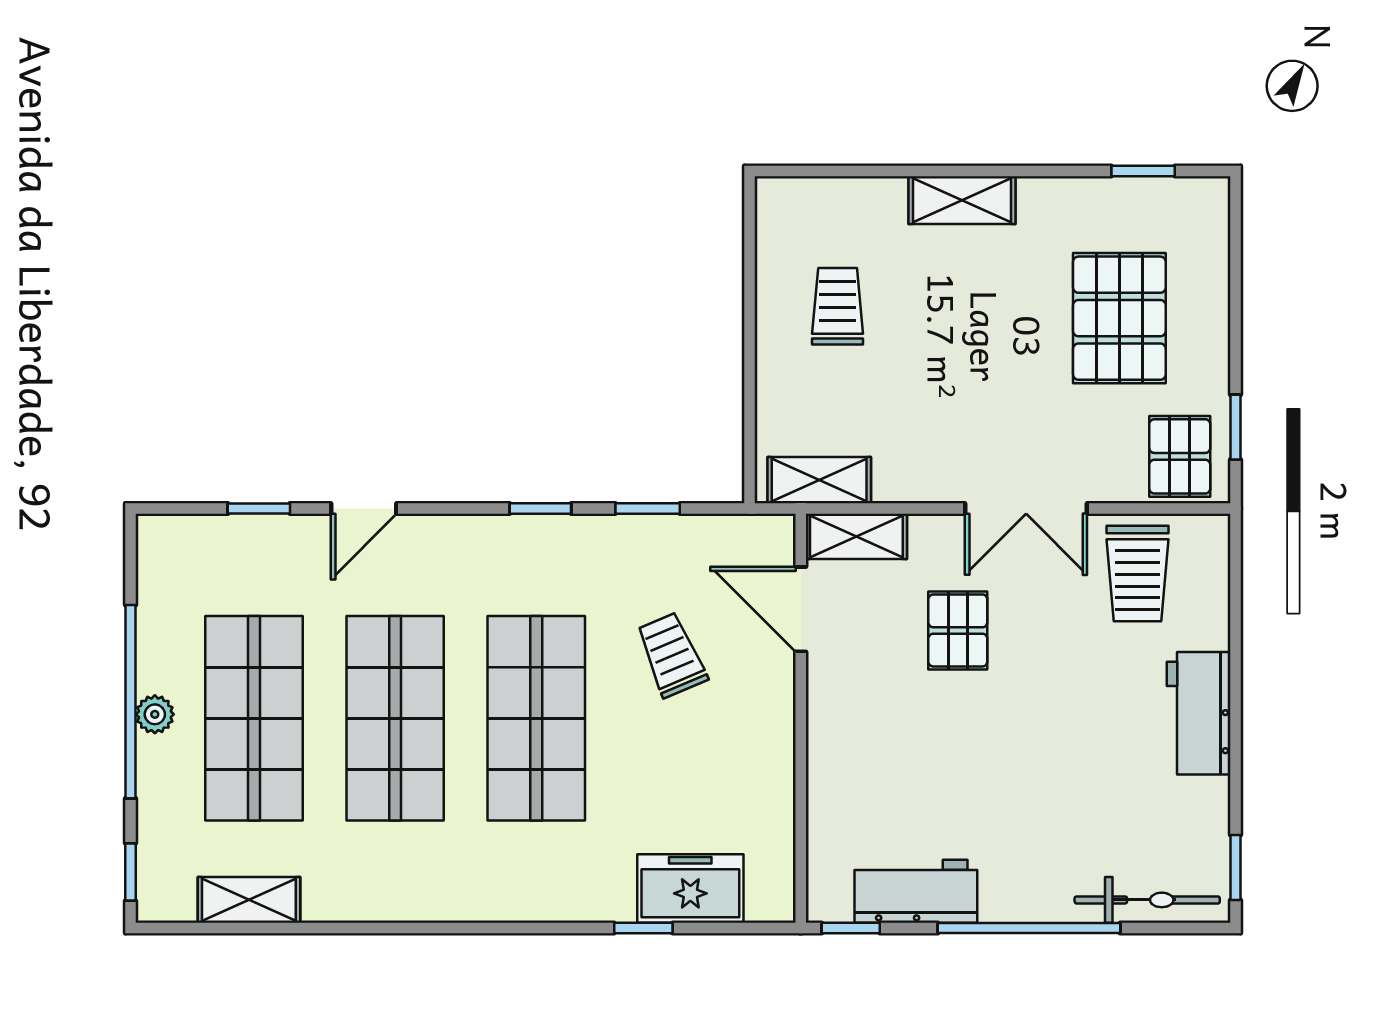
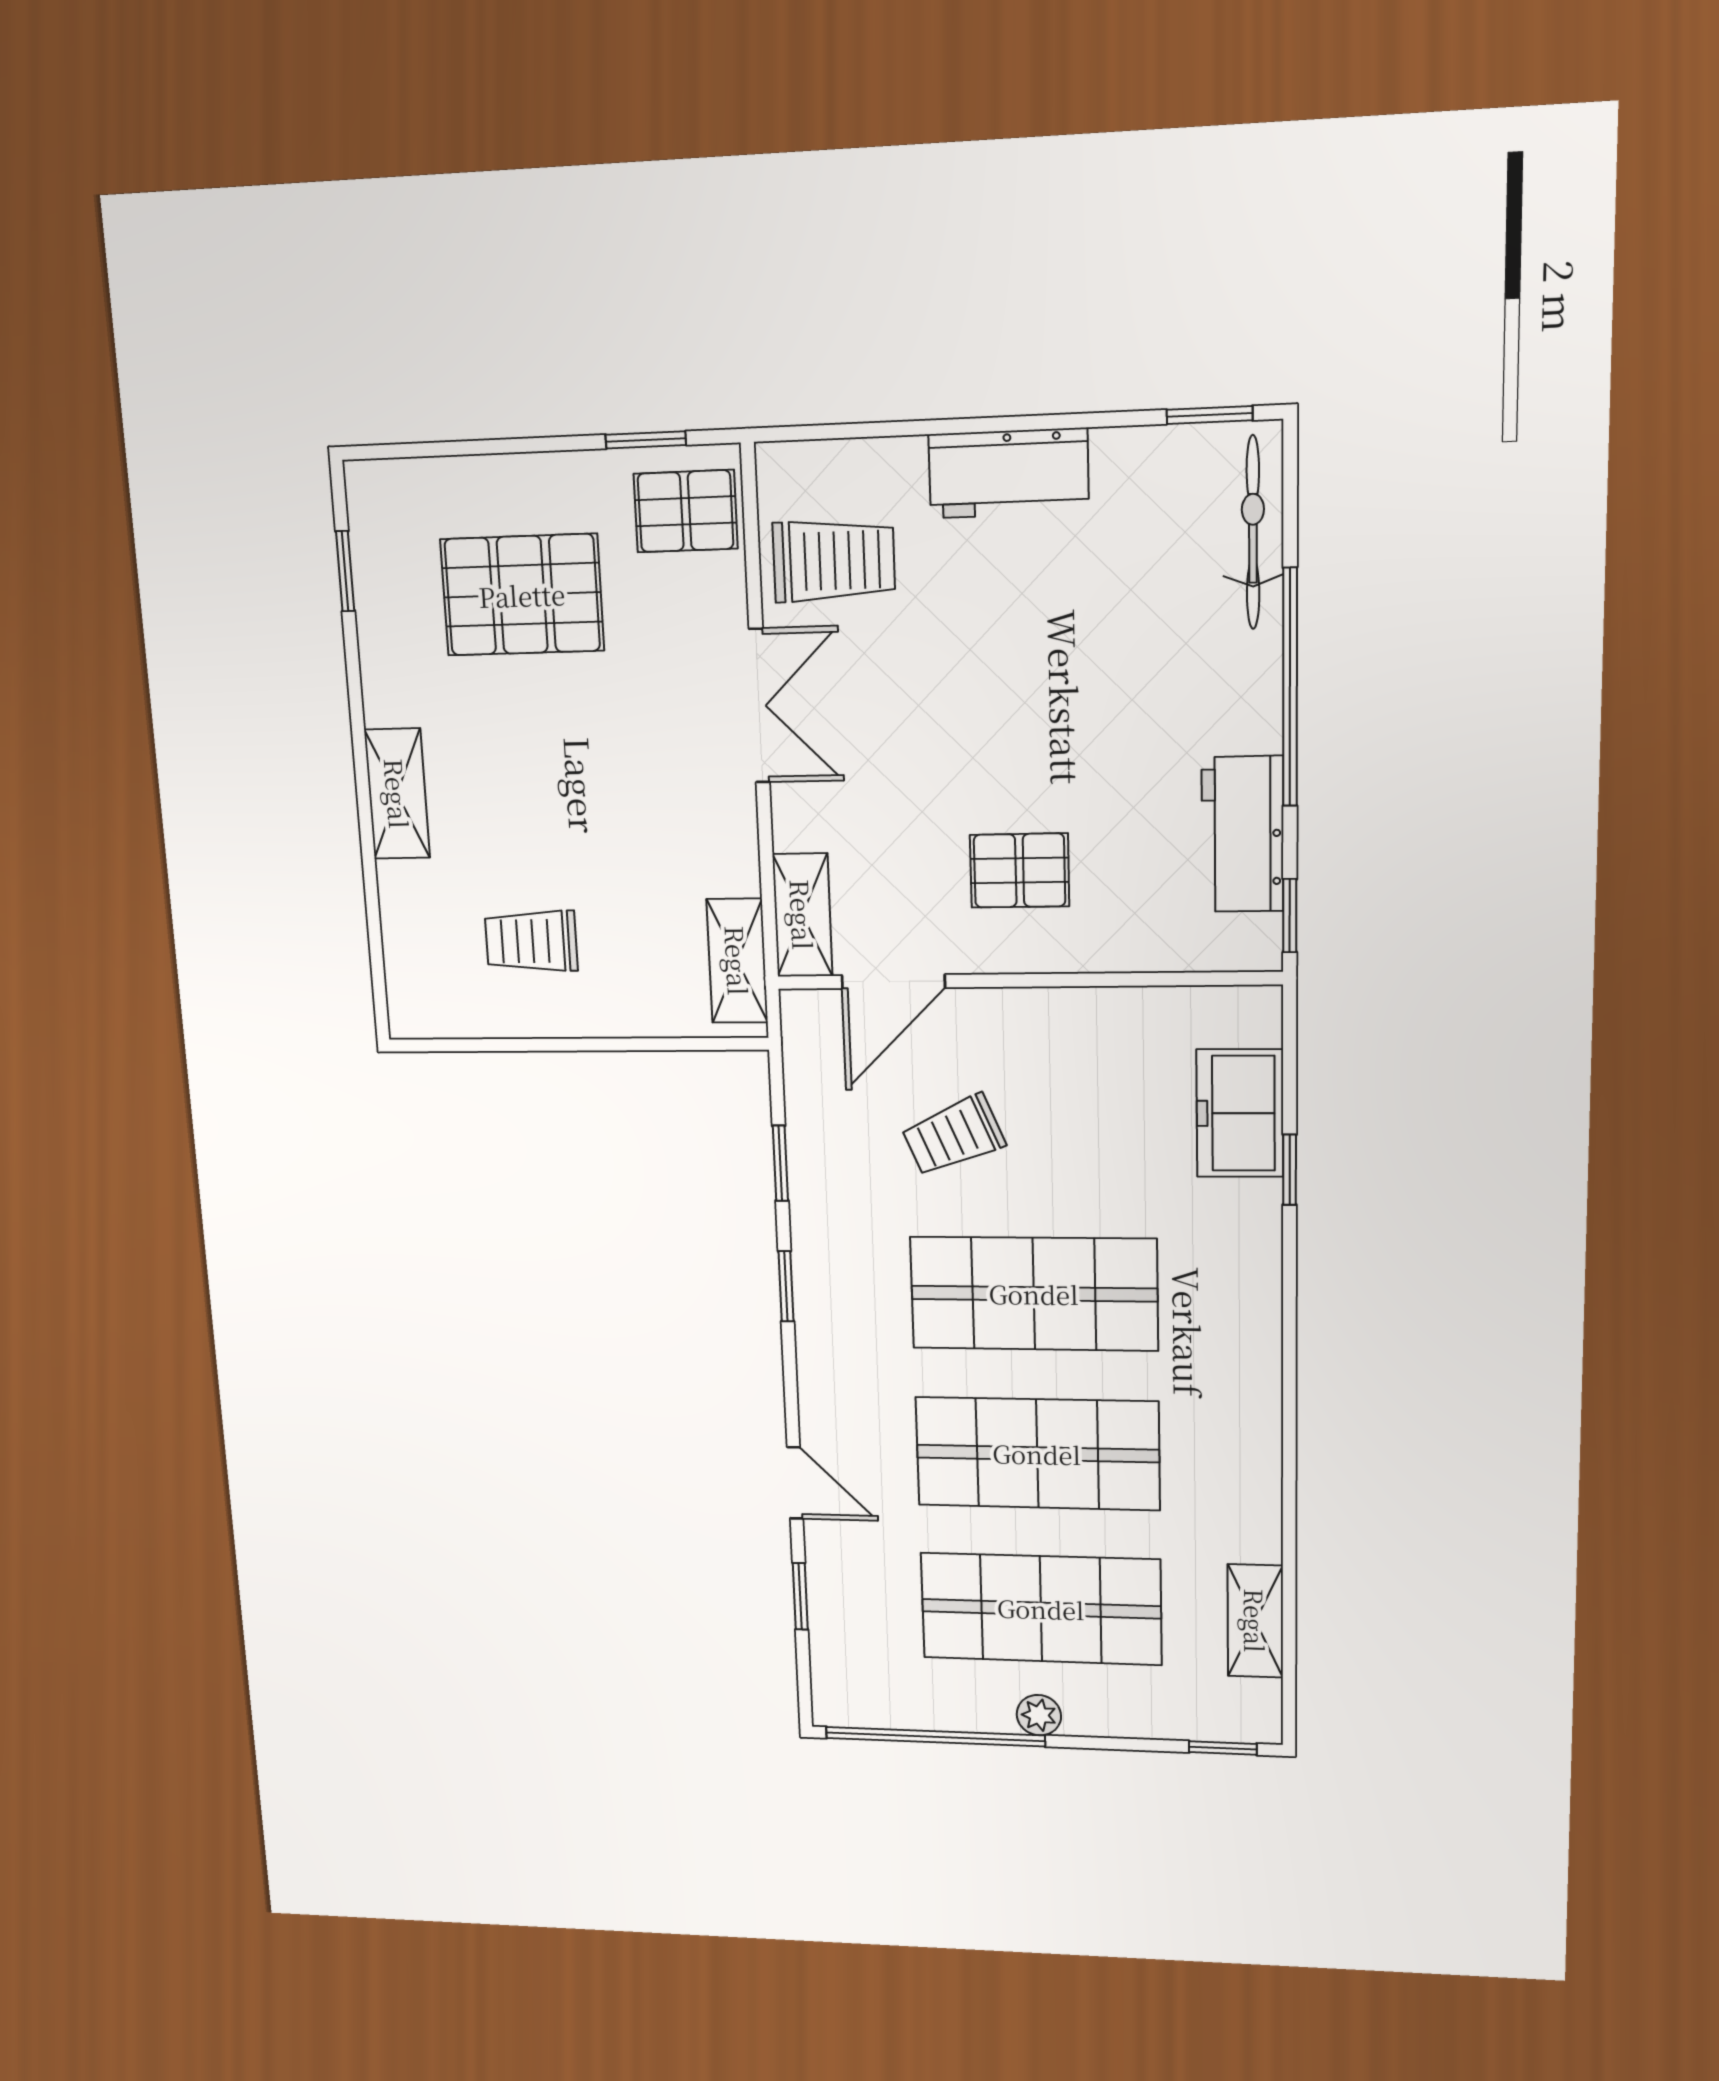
pallet: (958, 630) -> (1020, 871), moved
window: (131, 702) -> (935, 1737), moved

